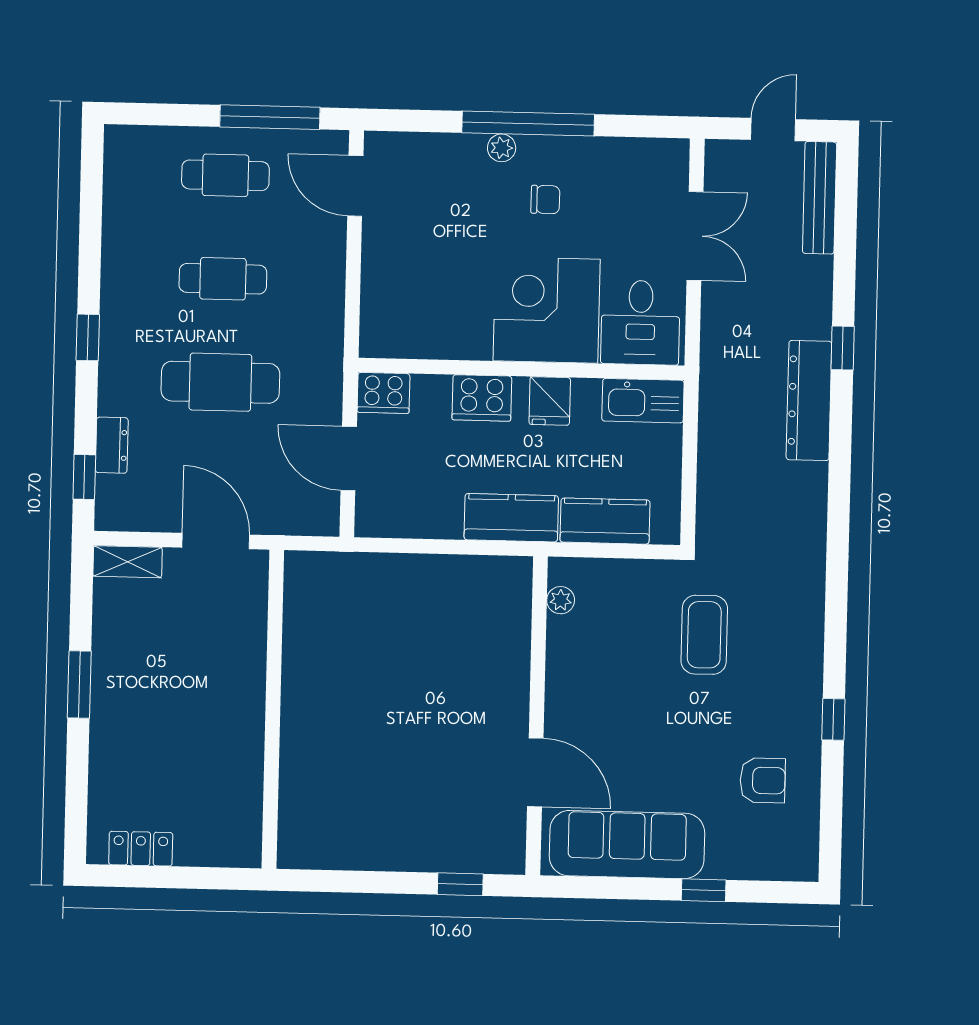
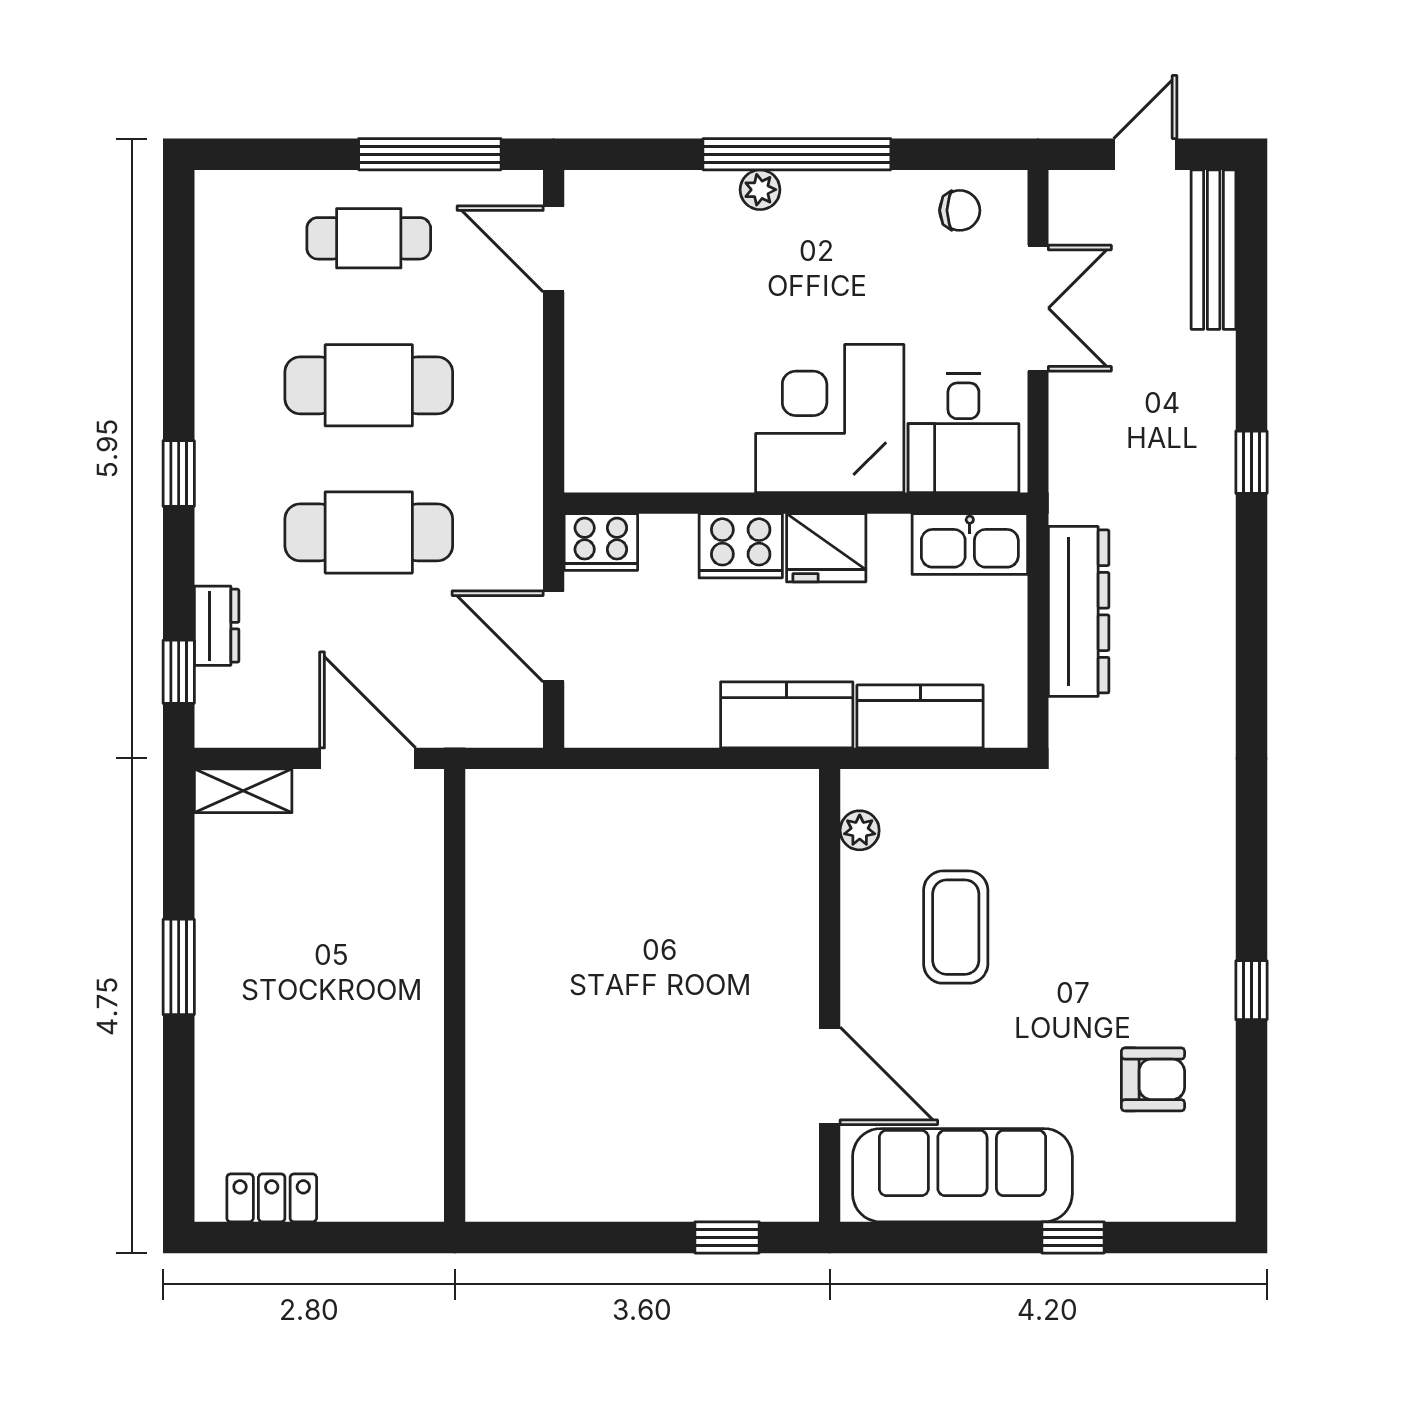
chair: (545, 200) -> (960, 210), moved
cafe table: (223, 279) -> (369, 385), width x1.37, depth x1.35
dresser: (809, 400) -> (1079, 611), moved, turned 180
fridge: (550, 401) -> (826, 548), width x1.38
coffee table: (704, 635) -> (956, 927), moved

